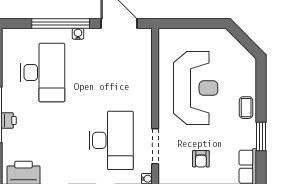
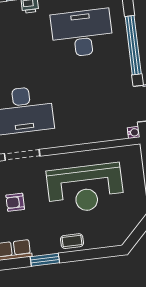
water cooler: (78, 34) -> (134, 132), moved
desk: (43, 73) -> (82, 33), turned 180

